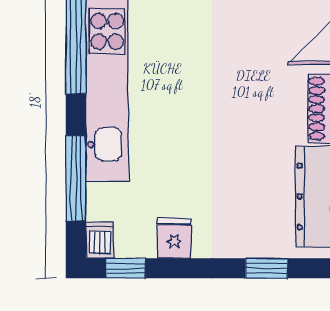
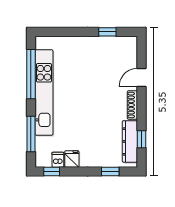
dishwasher: (100, 240) -> (58, 160), moved

